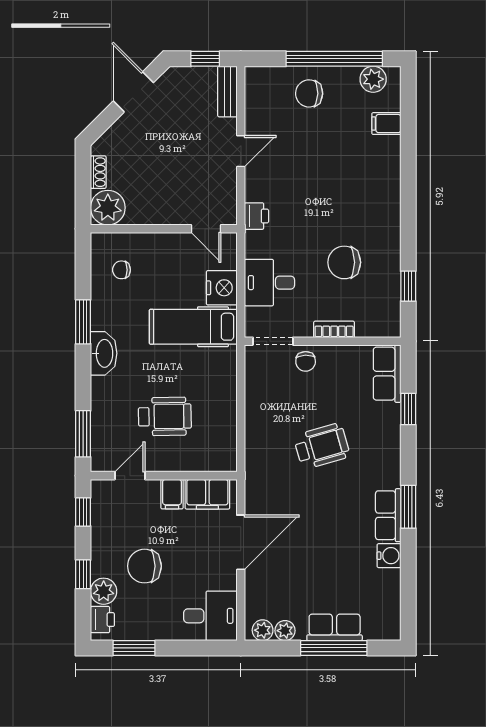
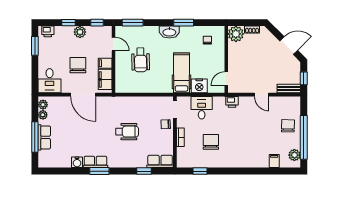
wheelchair: (322, 446) -> (127, 132), turned -74
chair: (144, 566) -> (78, 65), moved
plant: (104, 591) -> (80, 32), moved

